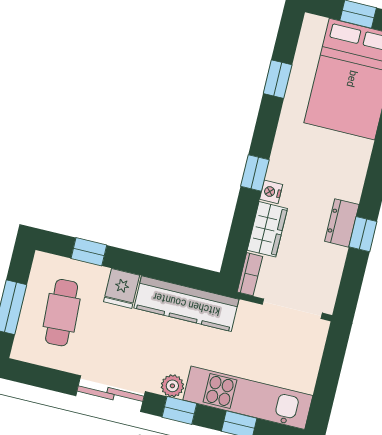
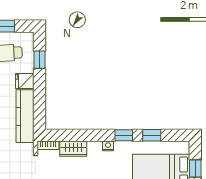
window: (255, 173) -> (124, 135), moved
nightstand: (271, 192) -> (108, 146), moved

